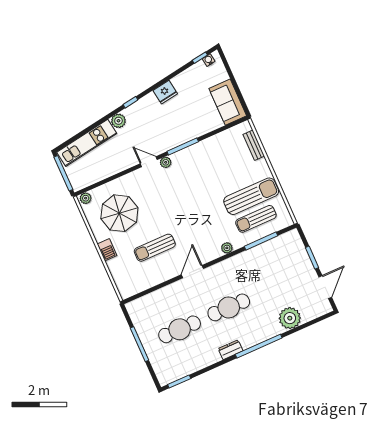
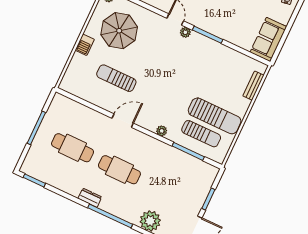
sun lounger: (256, 219) -> (201, 134), turned 180

